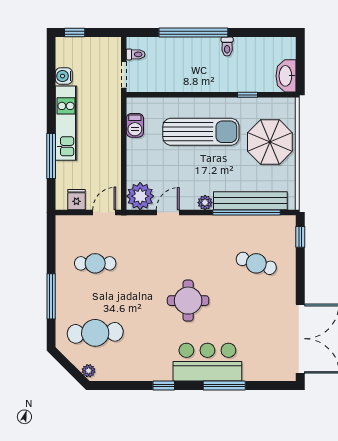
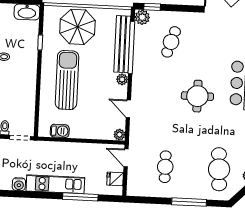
plant: (140, 196) -> (119, 135), width x0.53, depth x0.53
plant: (286, 225) -> (142, 17), added

